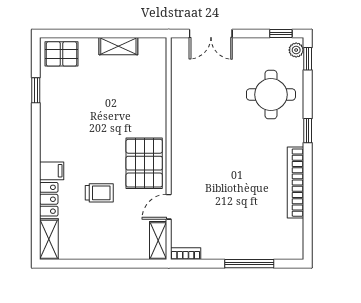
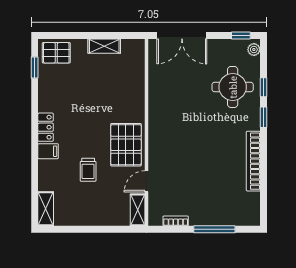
double door: (211, 33) -> (182, 36), width x1.37
window: (308, 59) -> (263, 87), moved
window: (36, 90) -> (35, 67), moved
trolley: (99, 193) -> (88, 170), turned 90
locker: (49, 199) -> (46, 127), moved
bookcase: (186, 254) -> (176, 221), moved

